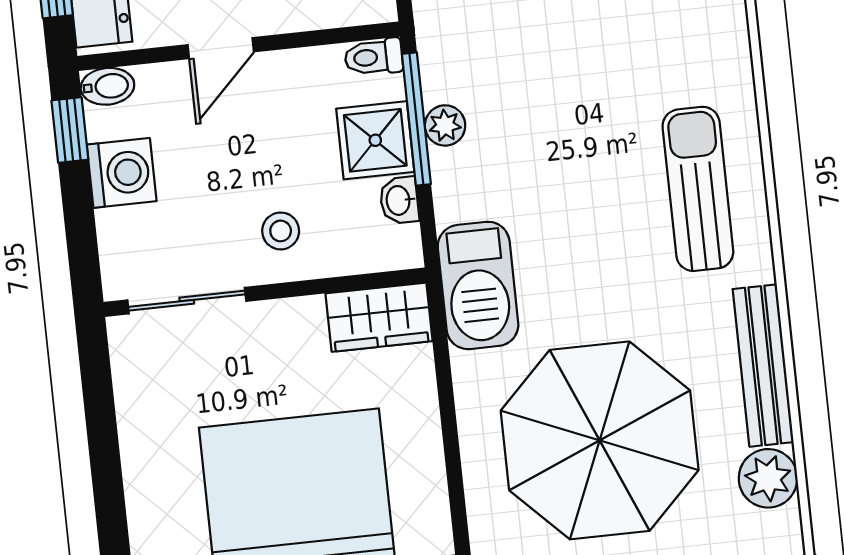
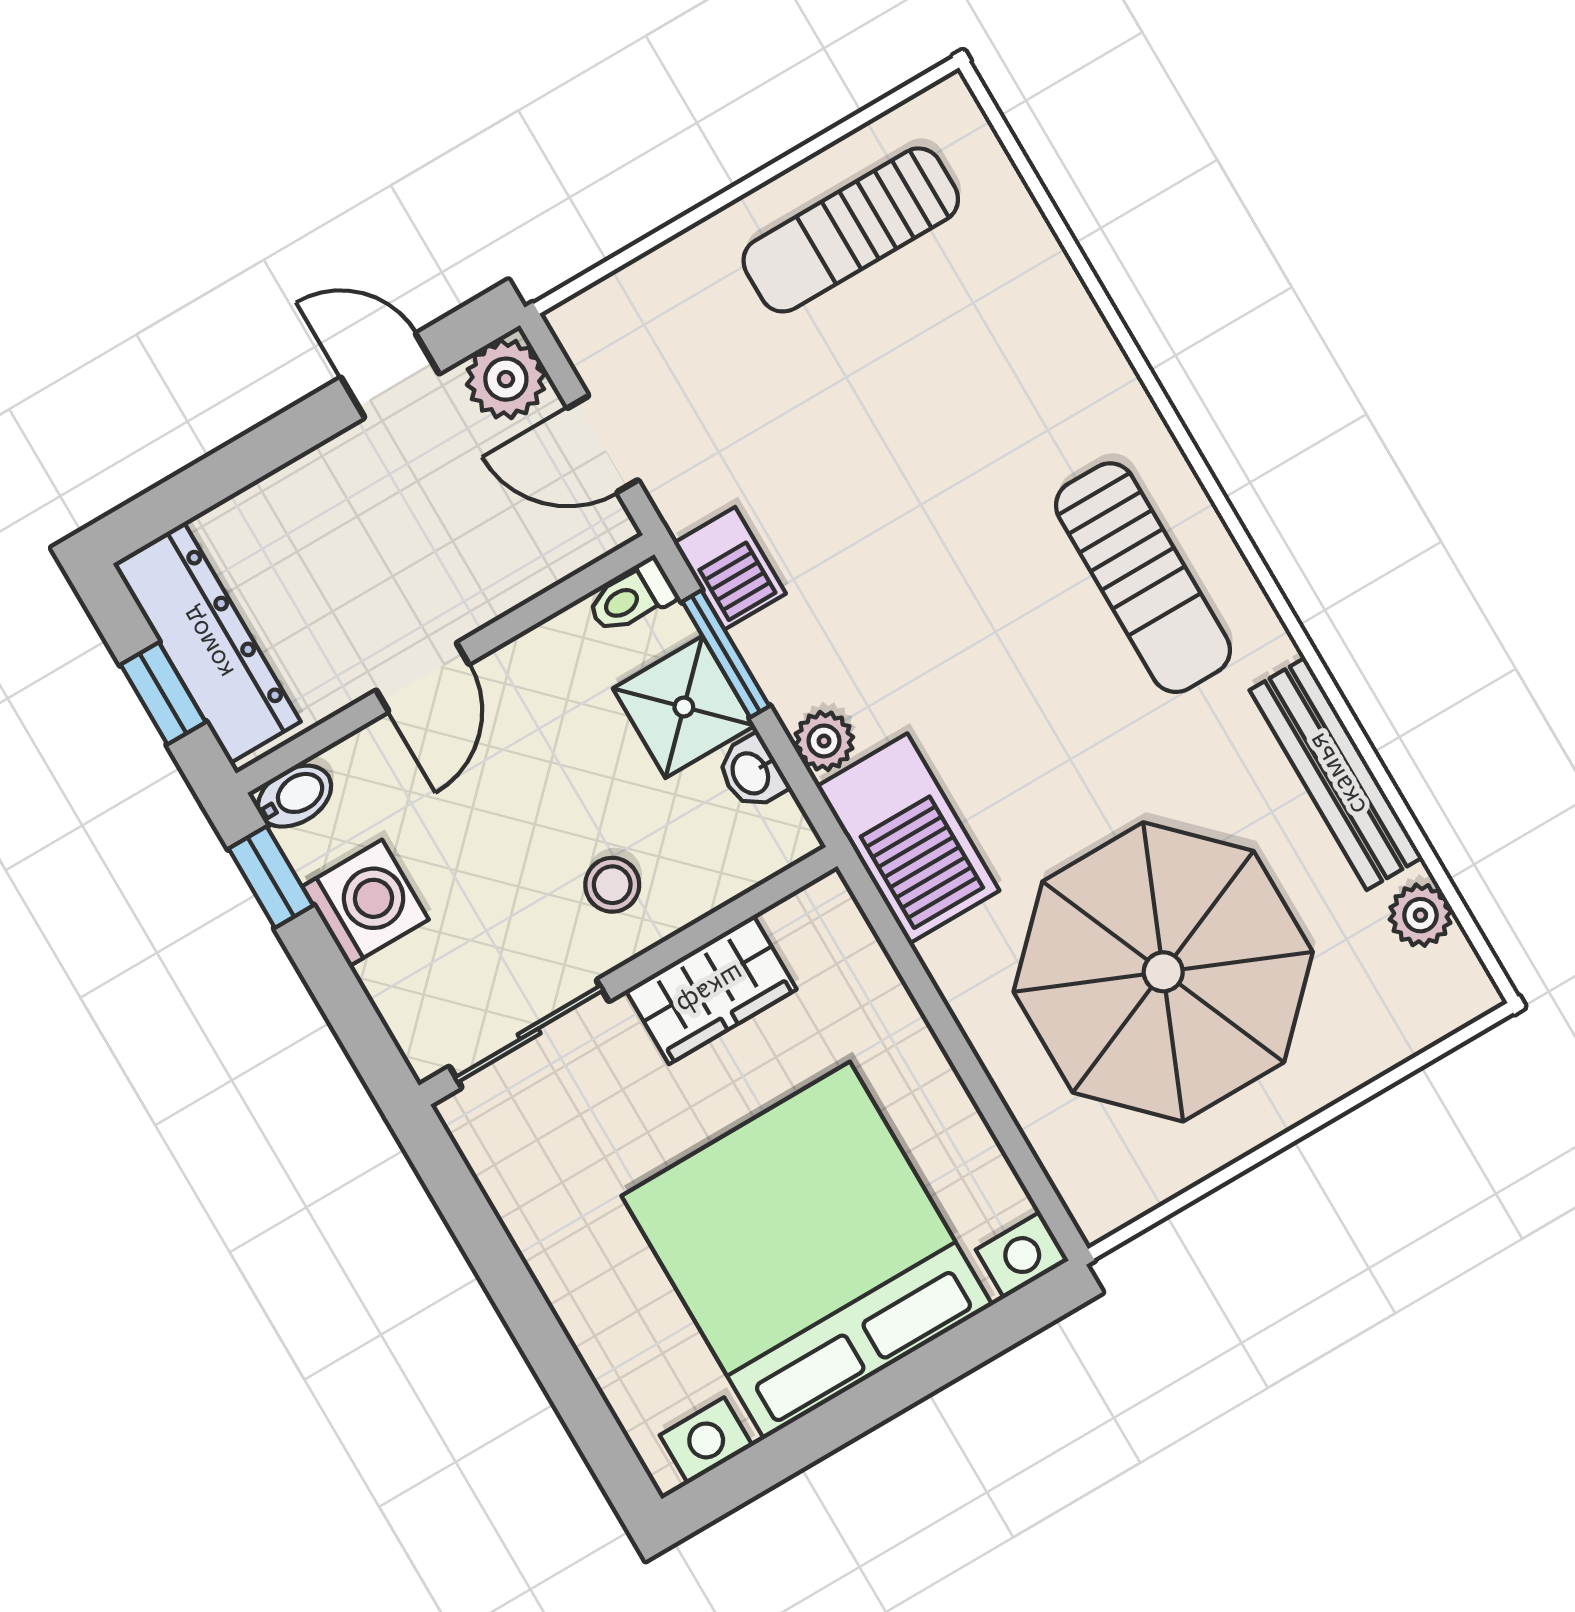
barbecue: (443, 67) -> (730, 568), added
window: (416, 119) -> (726, 654), width x0.69
plant: (445, 125) -> (824, 741), moved
sun lounger: (698, 189) -> (1143, 578), turned 180
wardrobe: (379, 317) -> (711, 990), moved
plant: (768, 478) -> (1420, 915), width x0.73, depth x0.73

